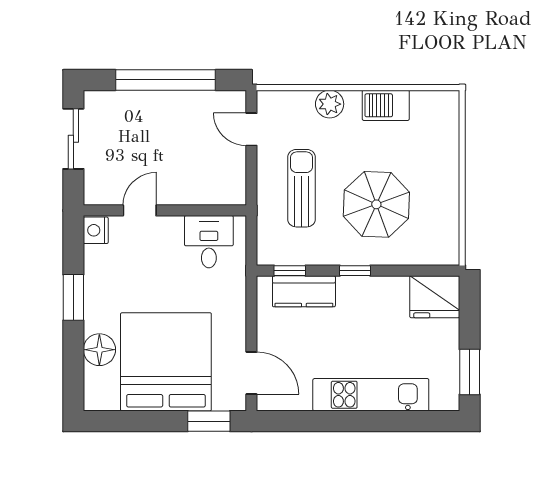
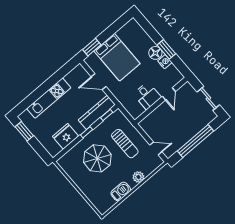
nightstand: (96, 230) -> (165, 62), moved
desk: (209, 242) -> (147, 96), moved
kitchen counter: (304, 291) -> (97, 112), width x1.50
fridge: (435, 297) -> (65, 136), moved
floor lamp: (99, 350) -> (155, 53), moved
bed: (166, 362) -> (117, 57), width x0.73
door: (251, 373) -> (99, 82), moved

